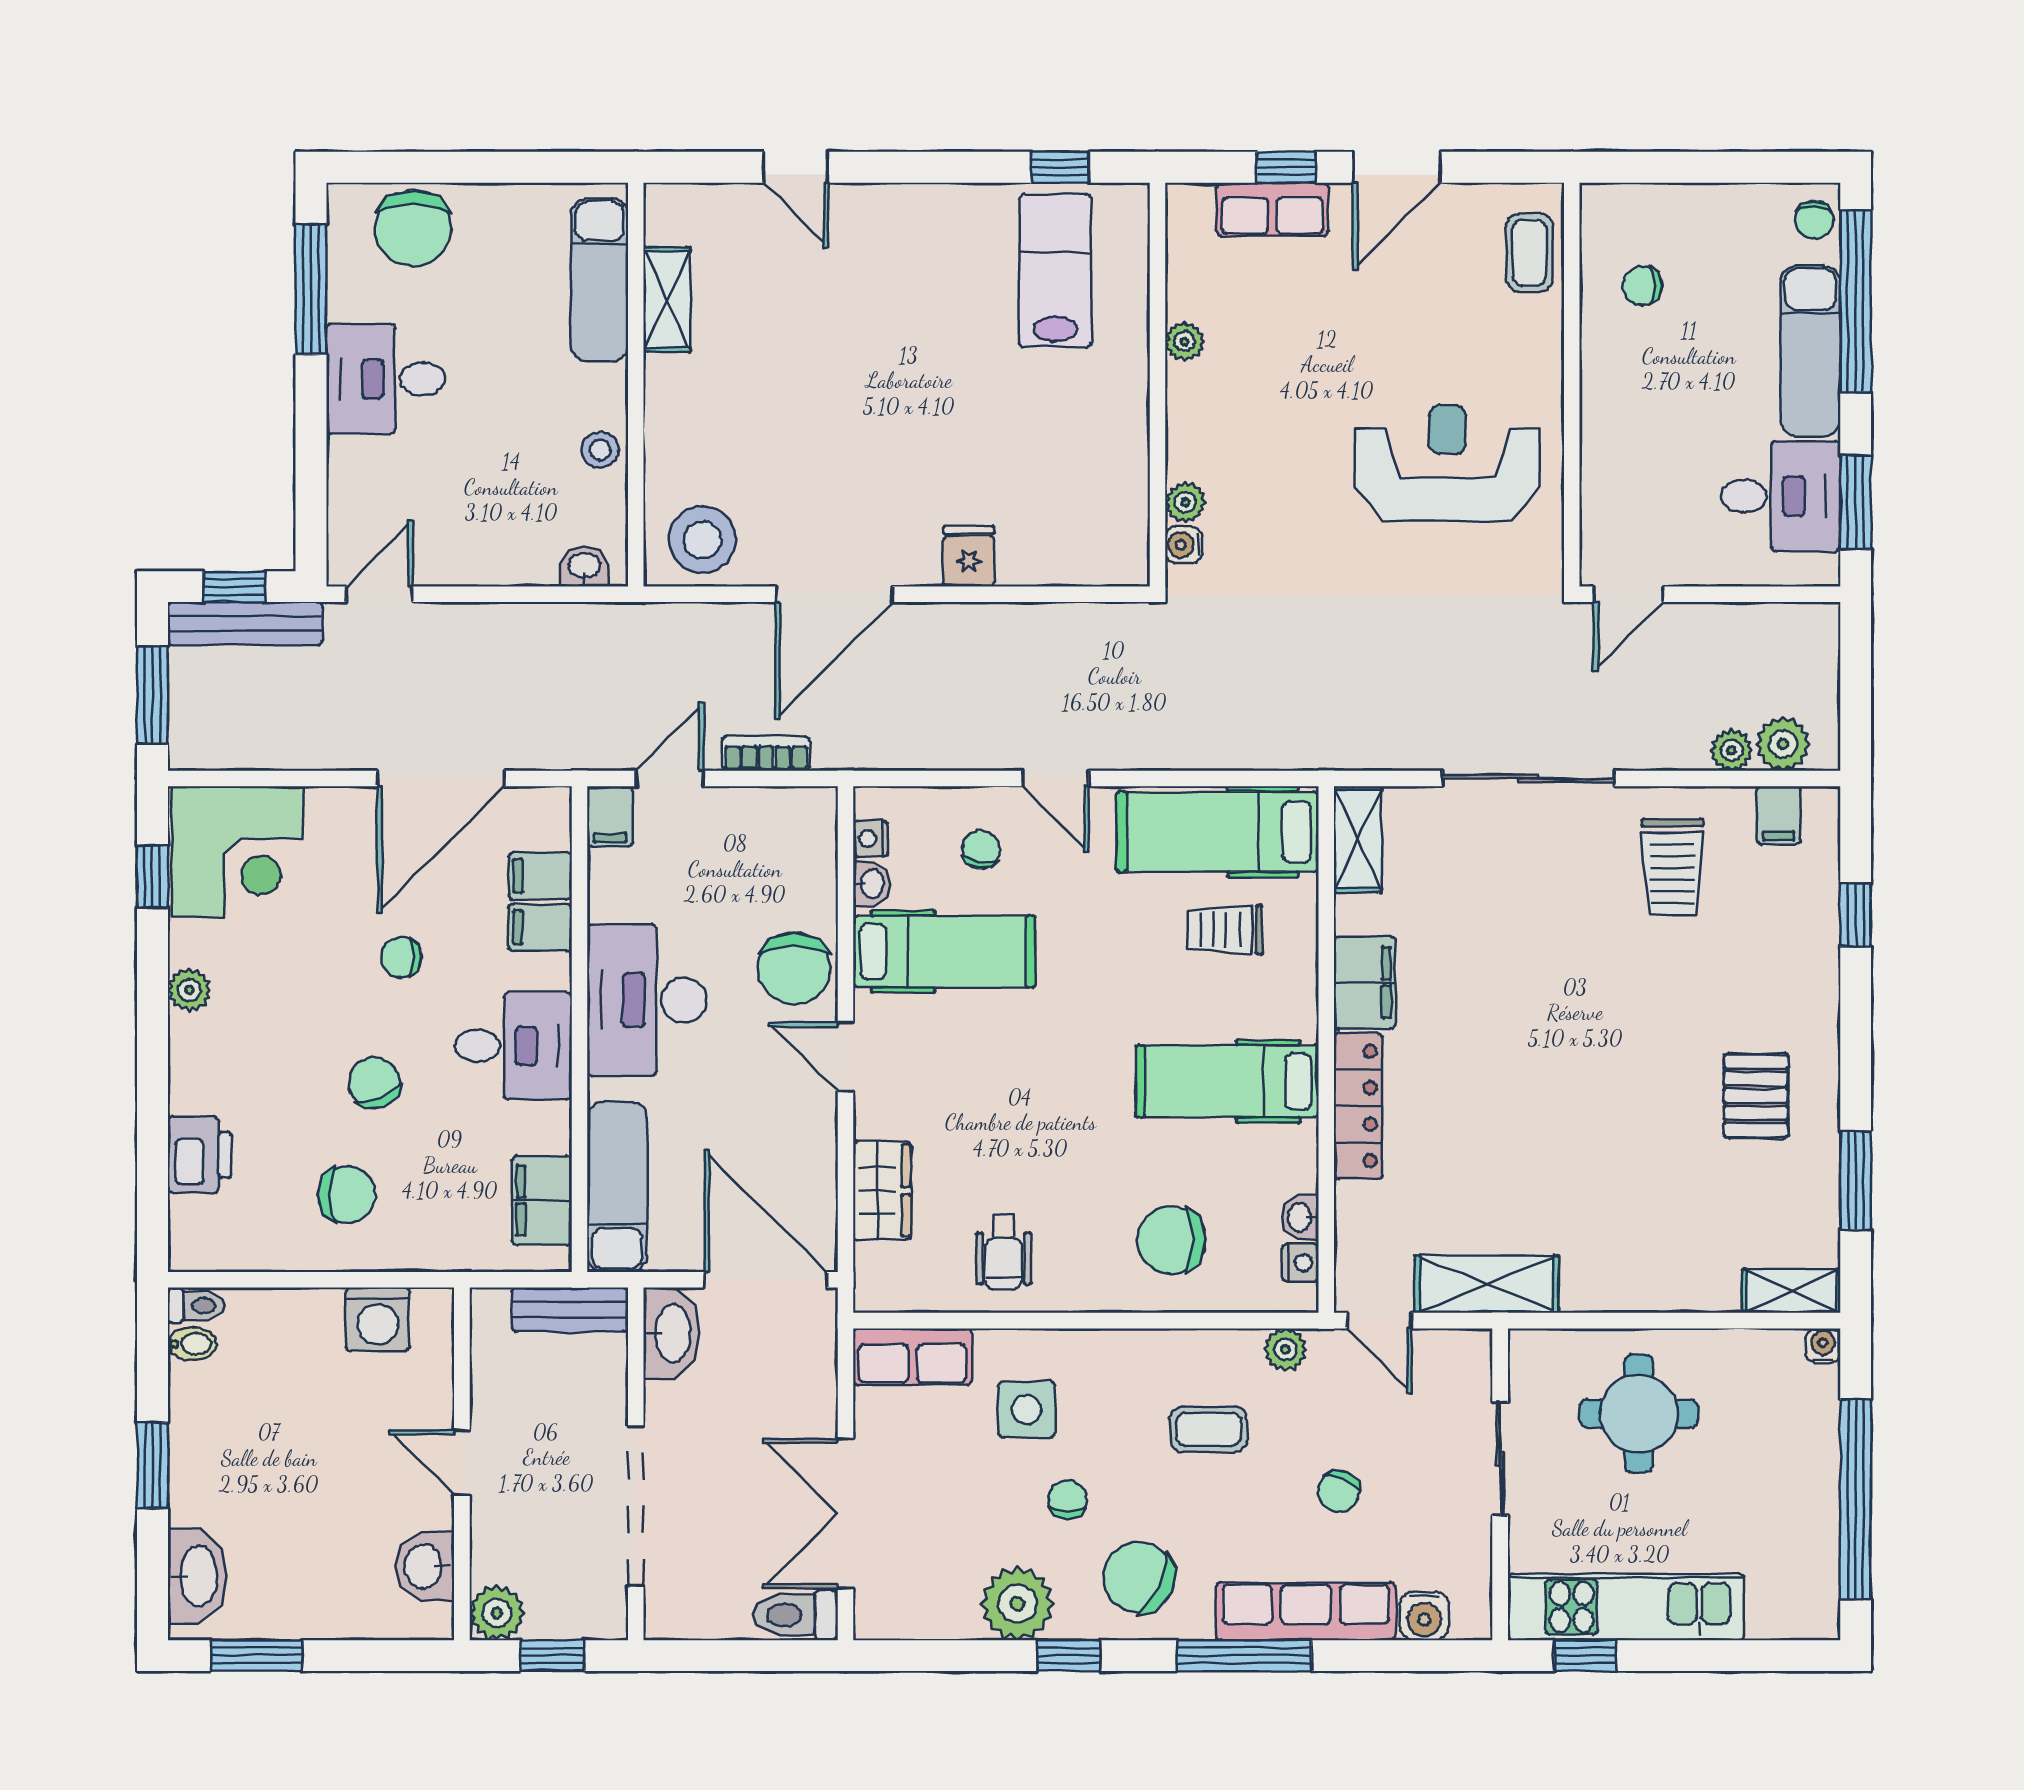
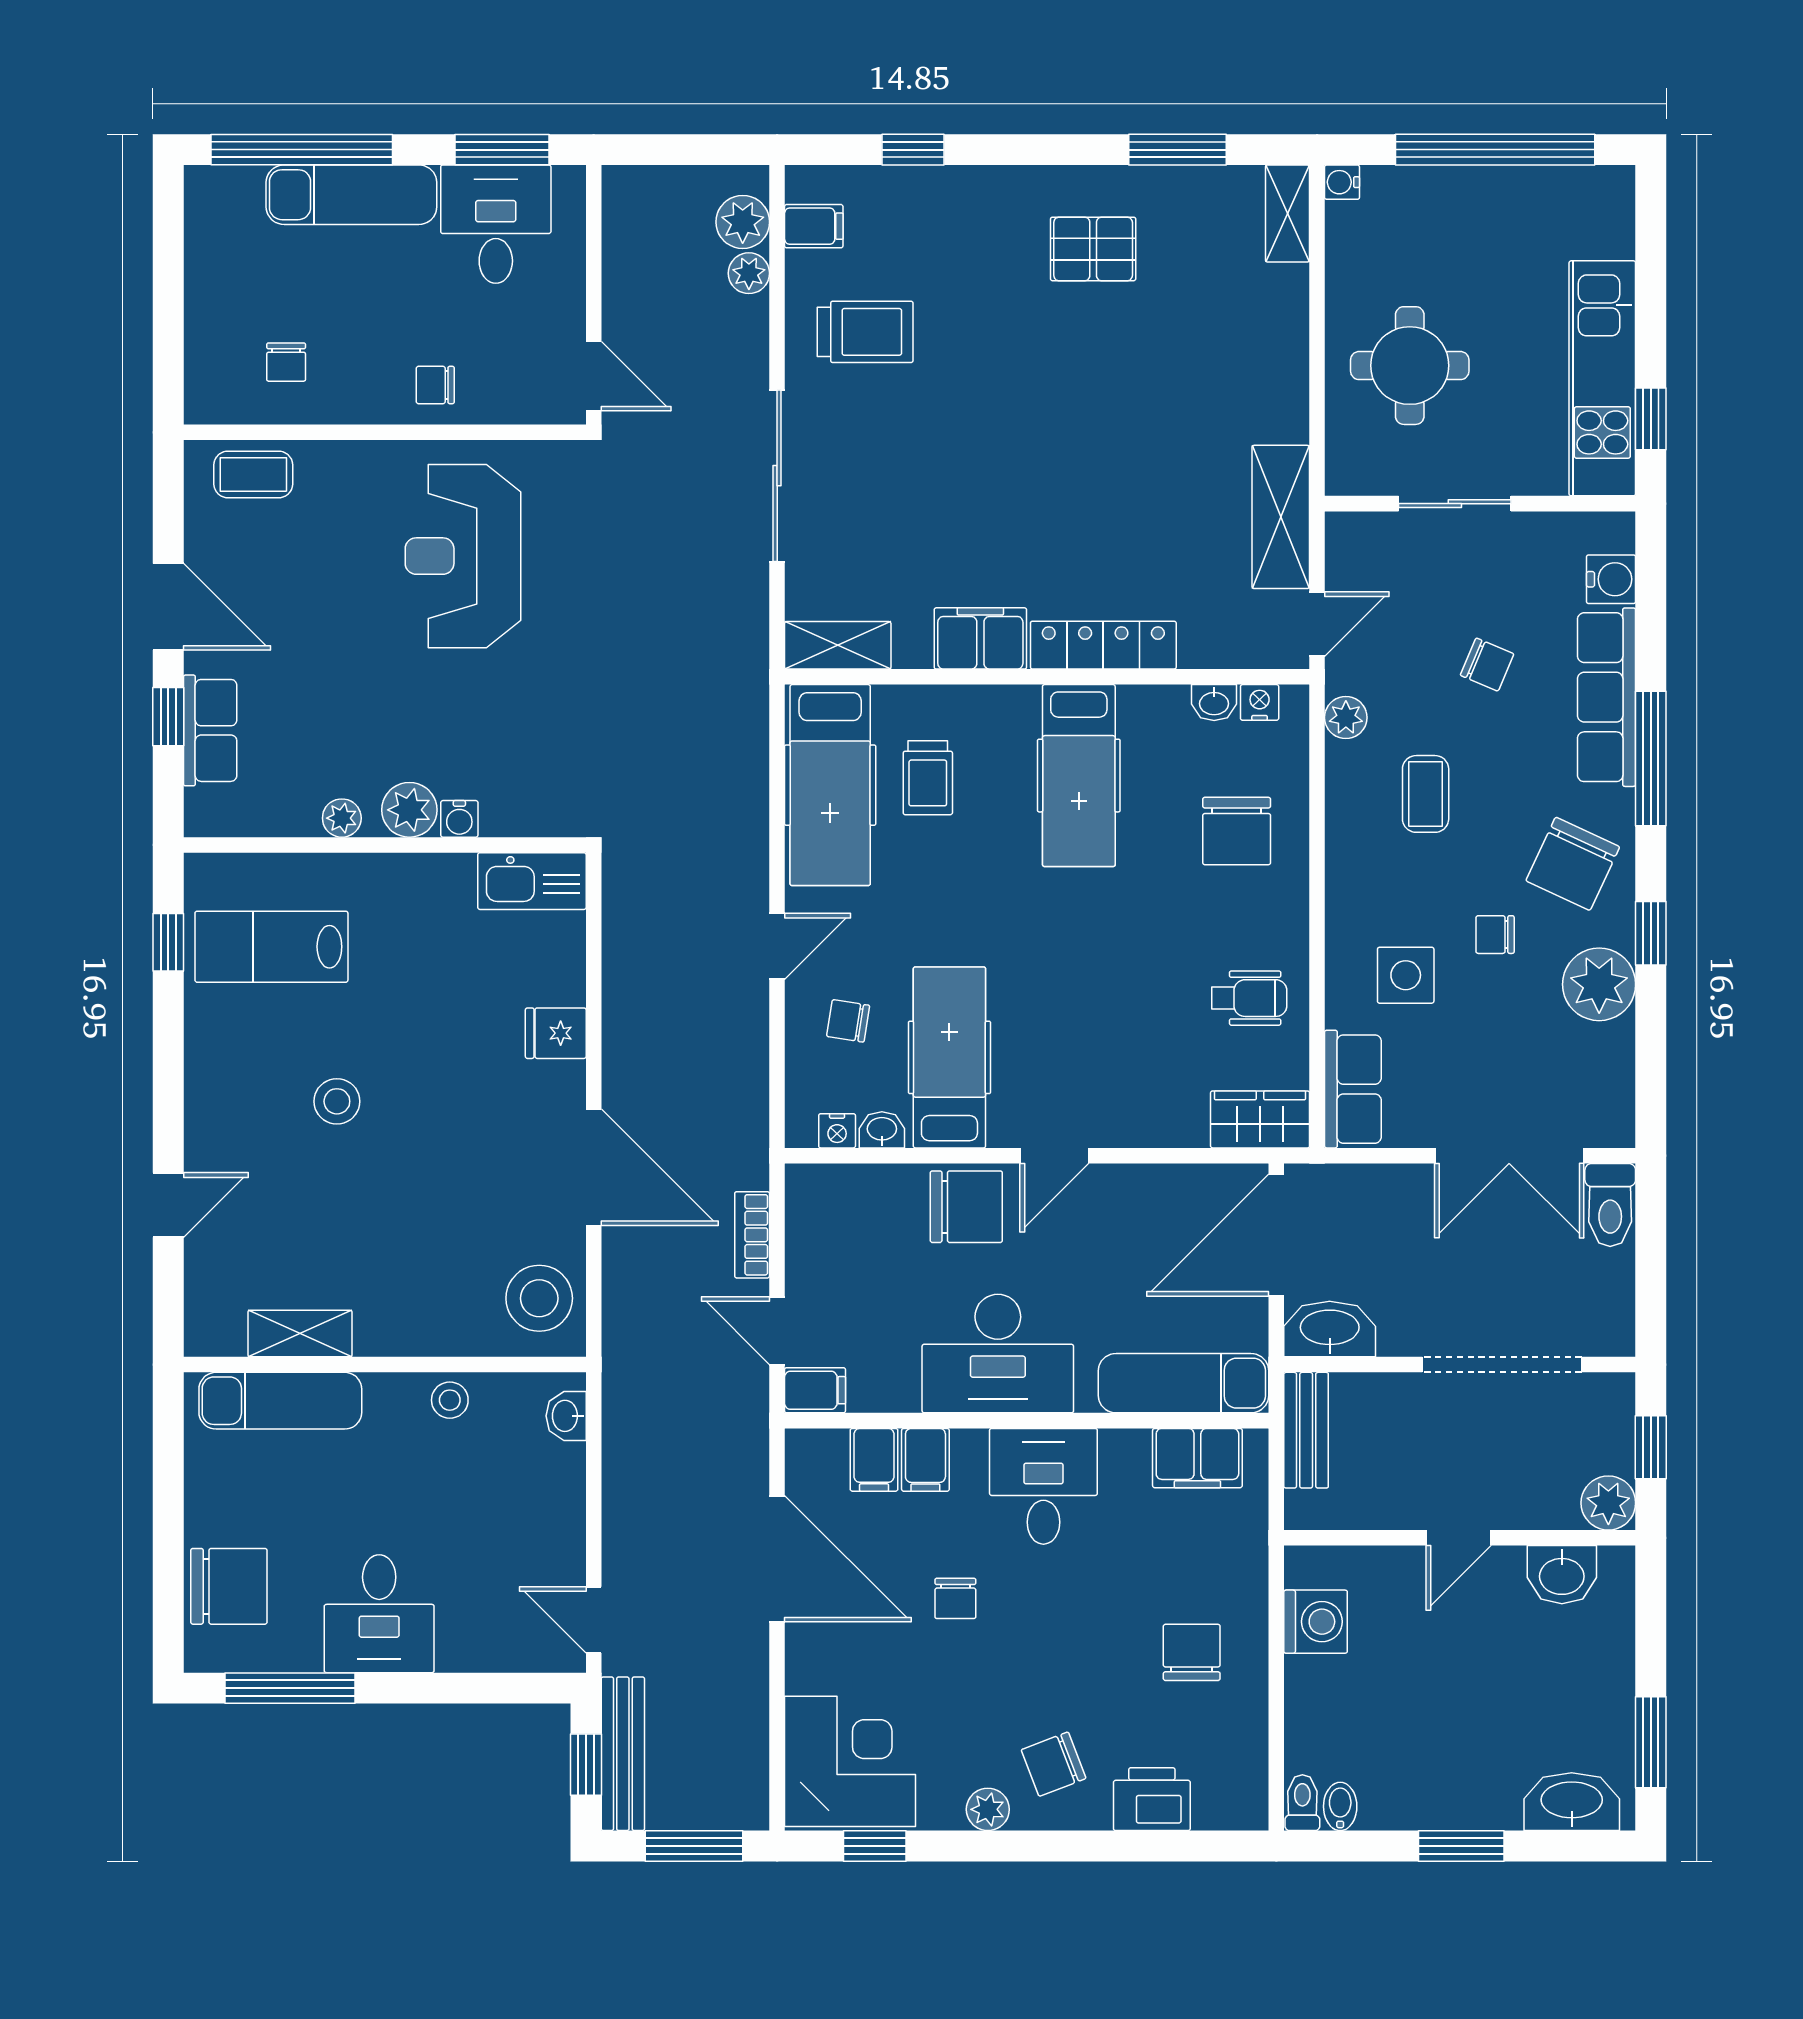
chair: (1814, 220) -> (435, 385), moved, turned 180
stool: (900, 337) -> (337, 1101), added
plant: (1185, 502) -> (409, 810), moved, width x1.38, depth x1.38
kitchen sink: (1121, 532) -> (532, 881), added
water cooler: (1184, 545) -> (459, 819), moved
chair: (374, 1083) -> (1054, 1764), moved
wardrobe: (882, 1191) -> (1260, 1119), moved

